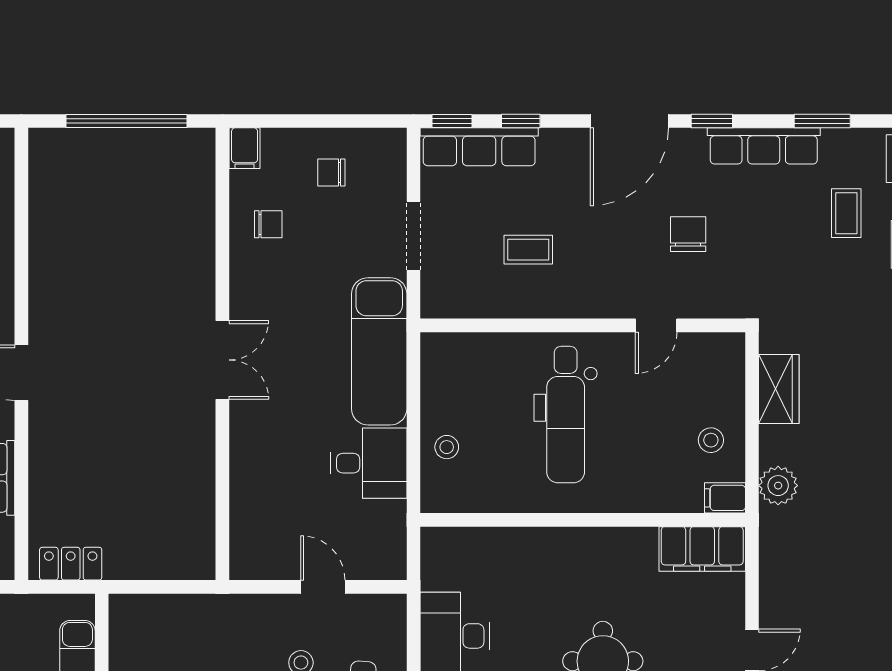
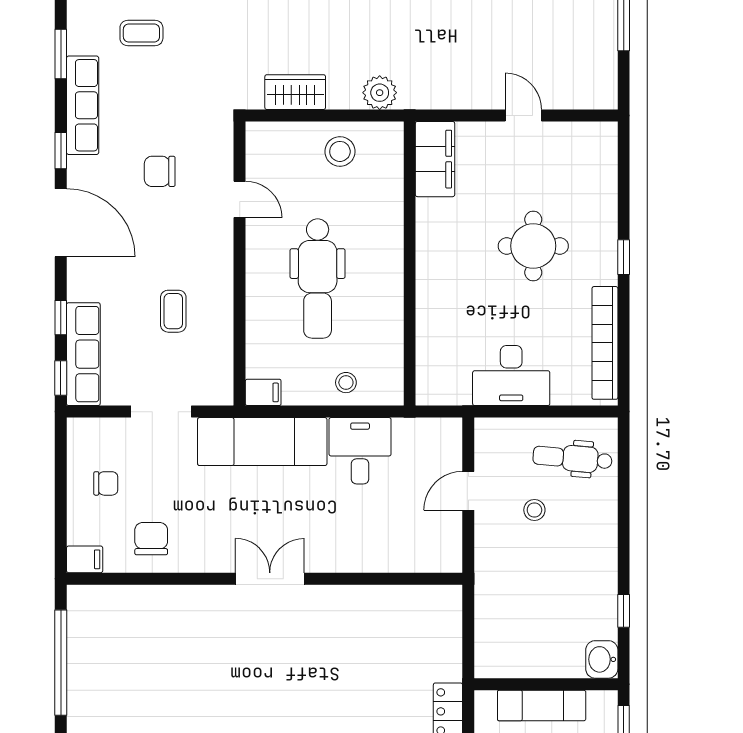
chair: (331, 172) -> (106, 483), turned -90
chair: (268, 224) -> (151, 539), width x1.37, depth x1.37
dental chair: (566, 415) -> (318, 279), turned 90
stool: (711, 440) -> (340, 151), width x1.37, depth x1.37
filing cabinet: (725, 498) -> (263, 392), moved, turned -90

